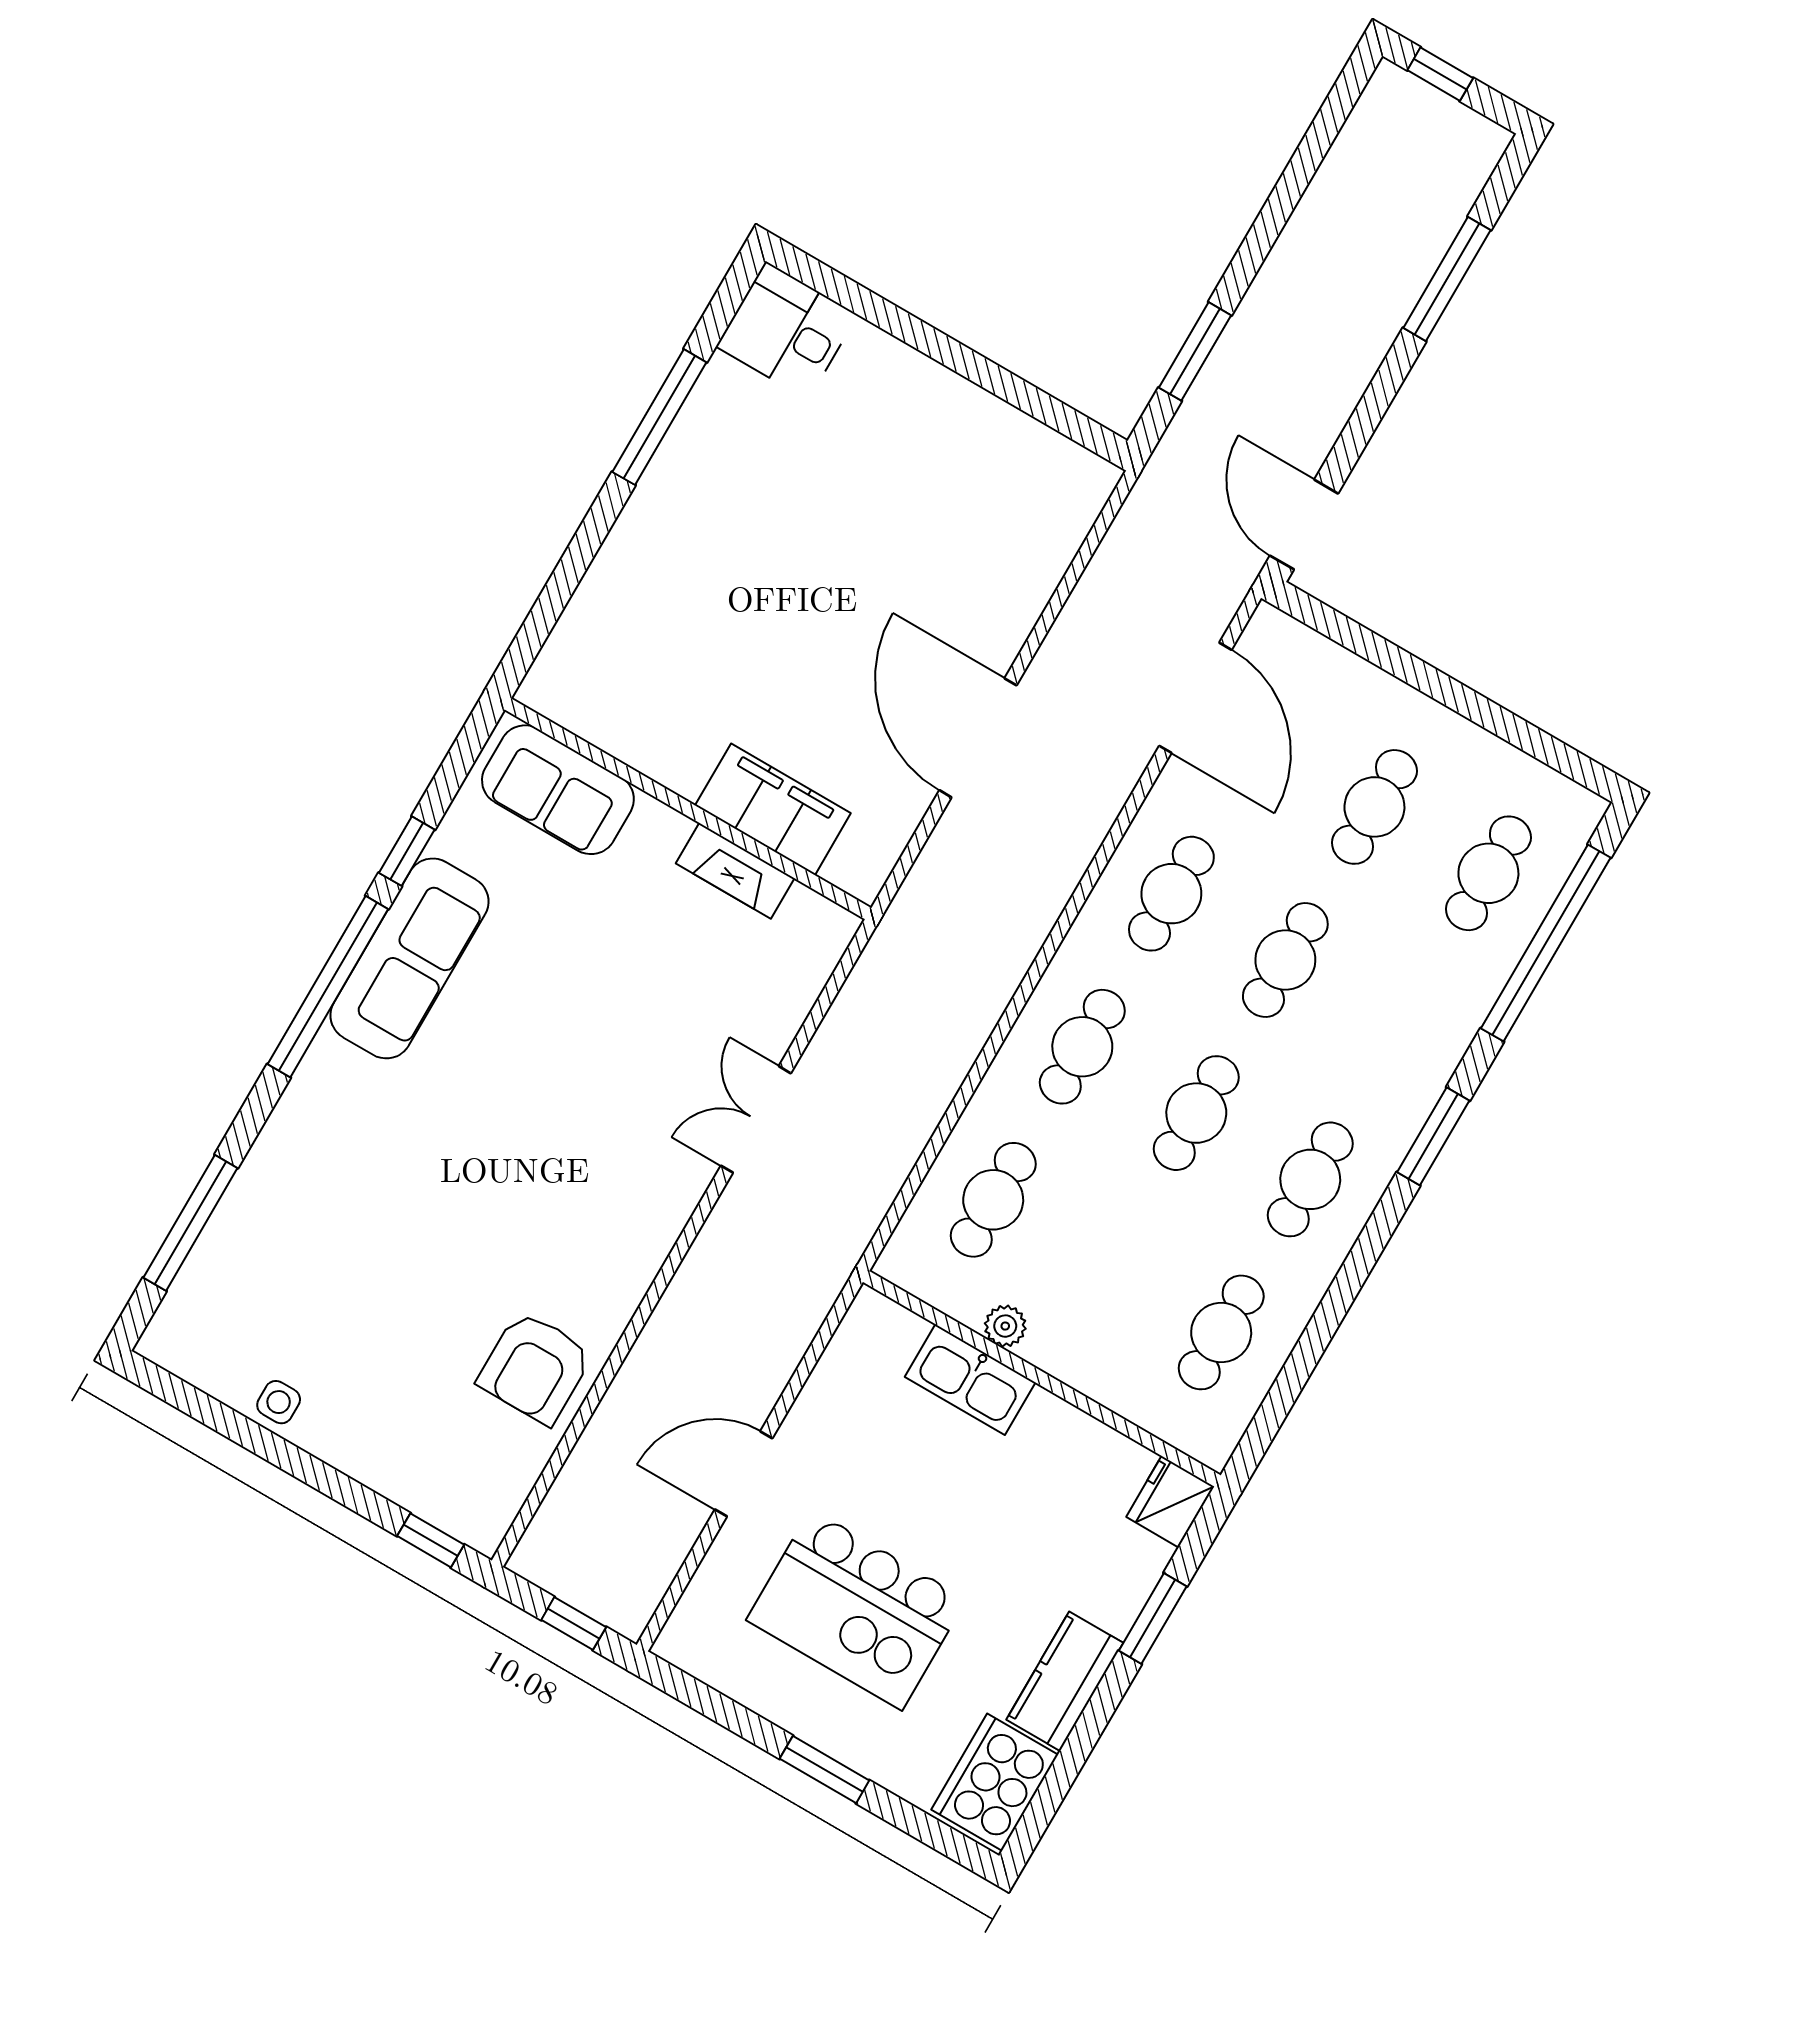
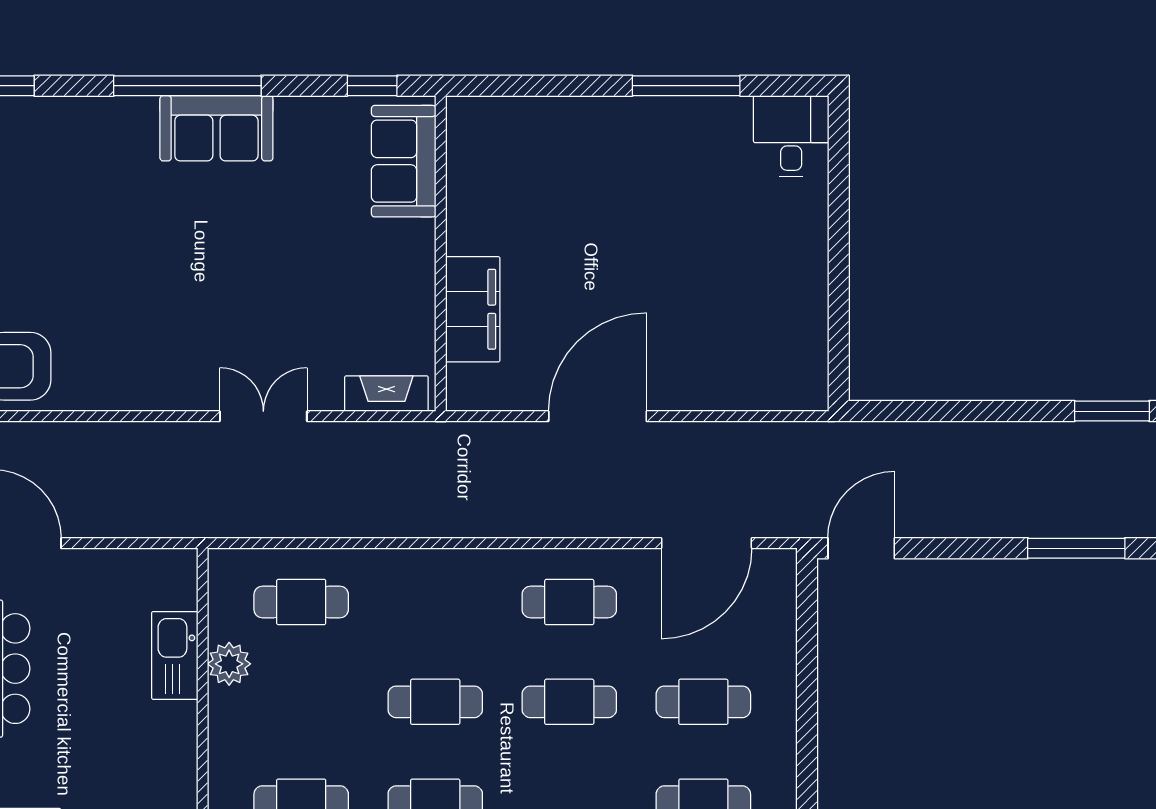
window: (1195, 351) -> (1112, 411), moved
window: (407, 851) -> (372, 86), moved
fireplace: (735, 871) -> (386, 394), moved, turned 90
sofa: (409, 958) -> (216, 128), width x0.73
cafe table: (1082, 1047) -> (435, 602), removed
plant: (1005, 1326) -> (229, 664), width x1.38, depth x1.38

